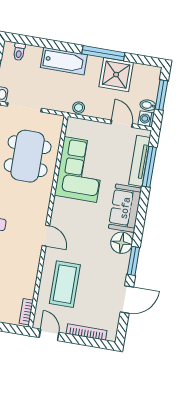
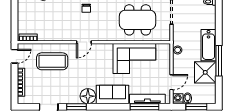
bathtub: (64, 61) -> (209, 45), moved

